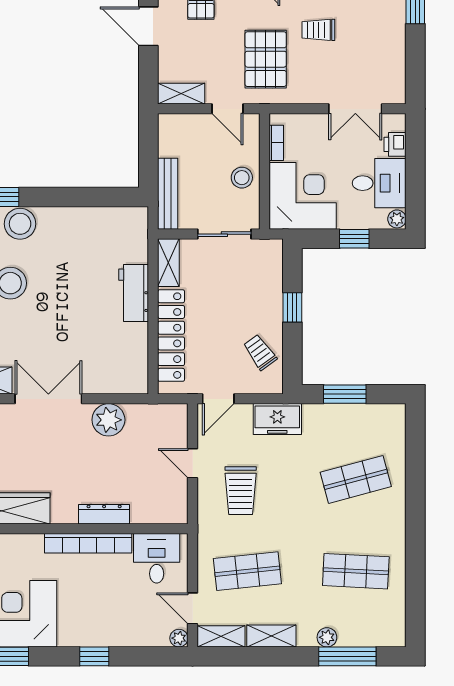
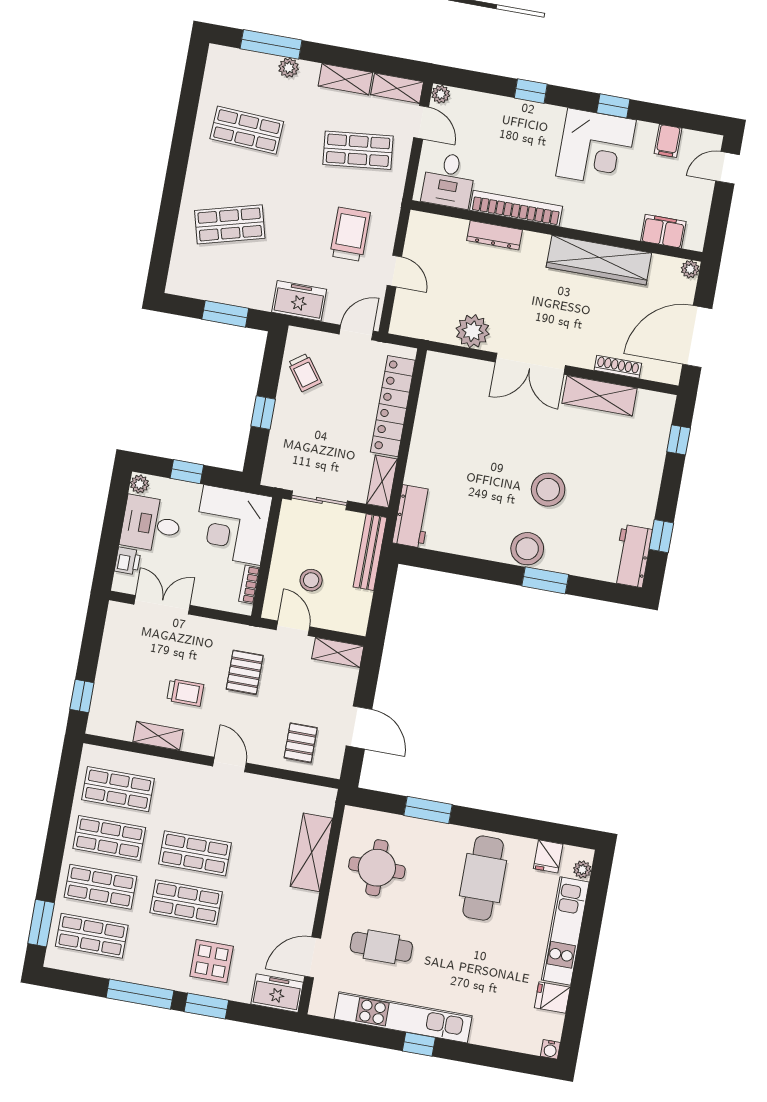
pallet: (266, 59) -> (245, 672), width x0.67, depth x0.71
stool: (242, 178) -> (311, 580), moved
workbench: (134, 293) -> (413, 516), moved

